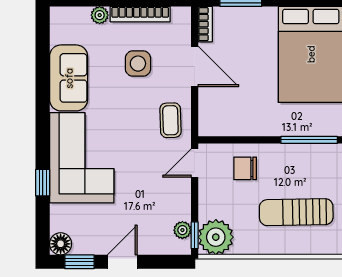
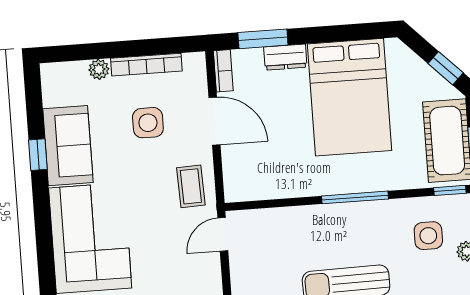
dresser: (259, 16) -> (285, 57), added
chair: (245, 168) -> (282, 236), removed
window: (43, 183) -> (38, 155), moved

